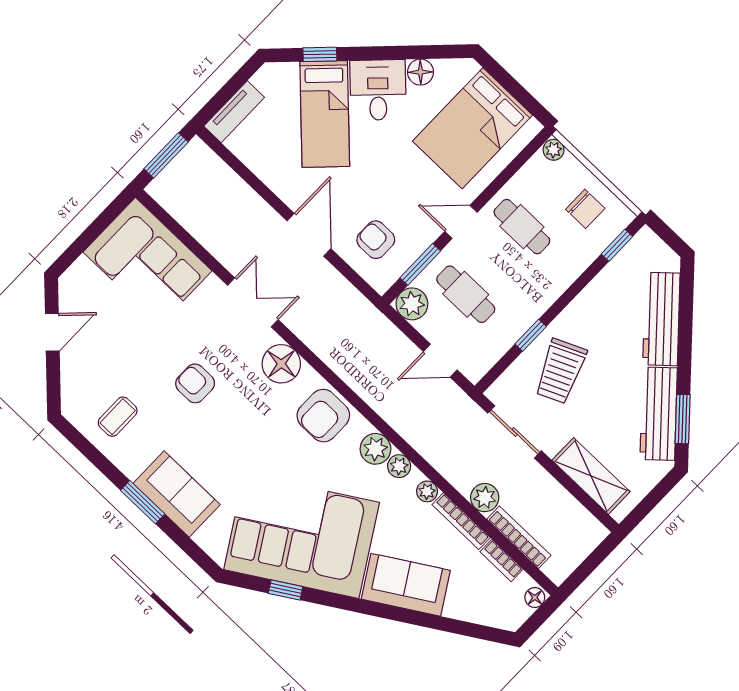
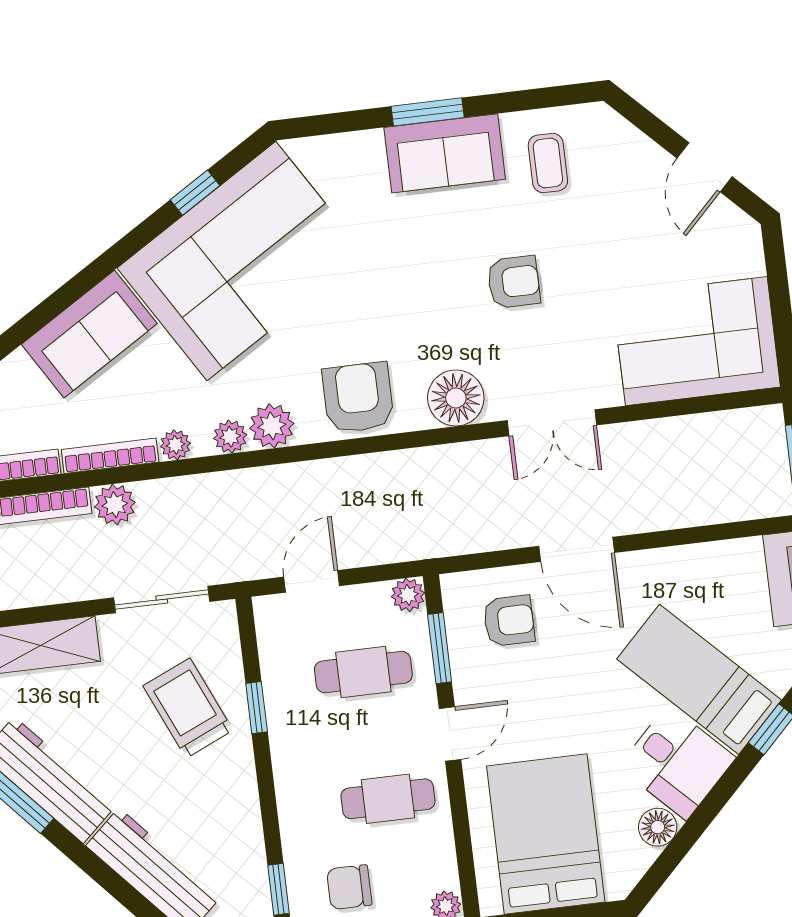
plant: (412, 304) -> (408, 595), width x0.73, depth x0.73
sofa: (177, 494) -> (445, 153), moved

